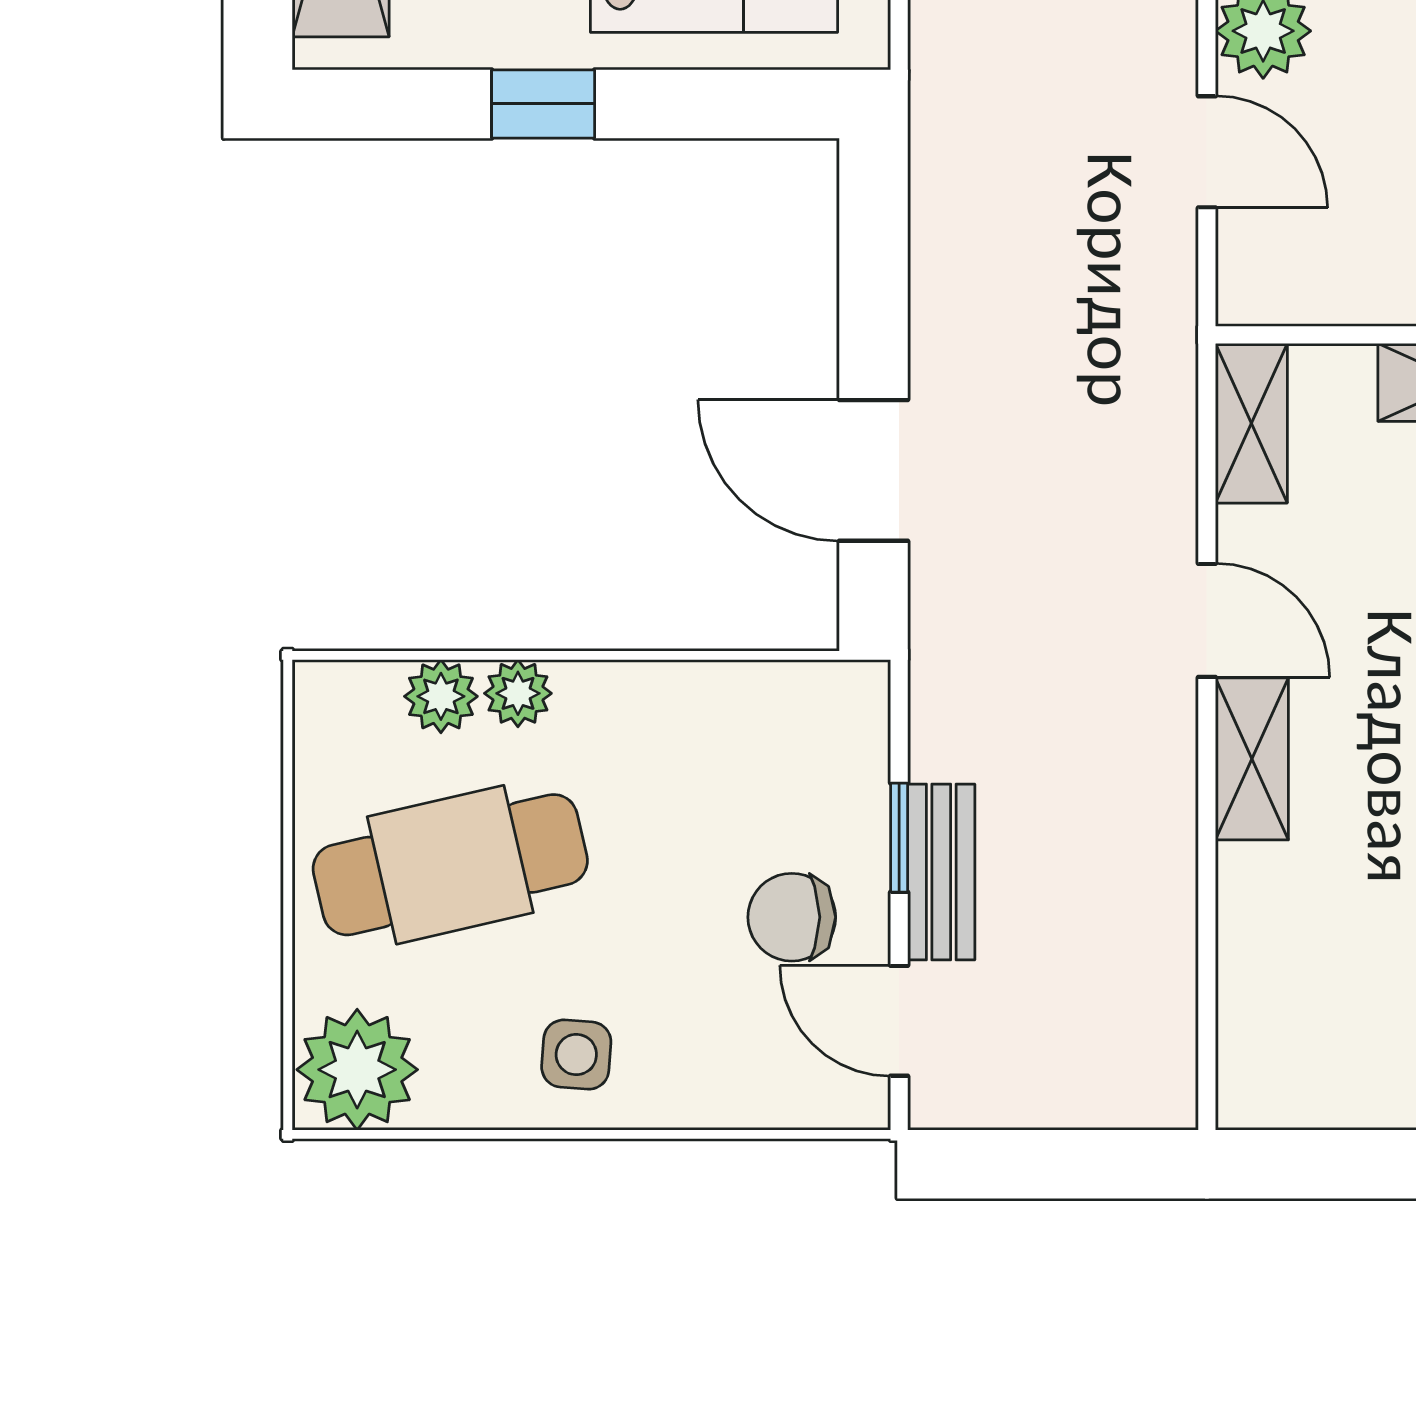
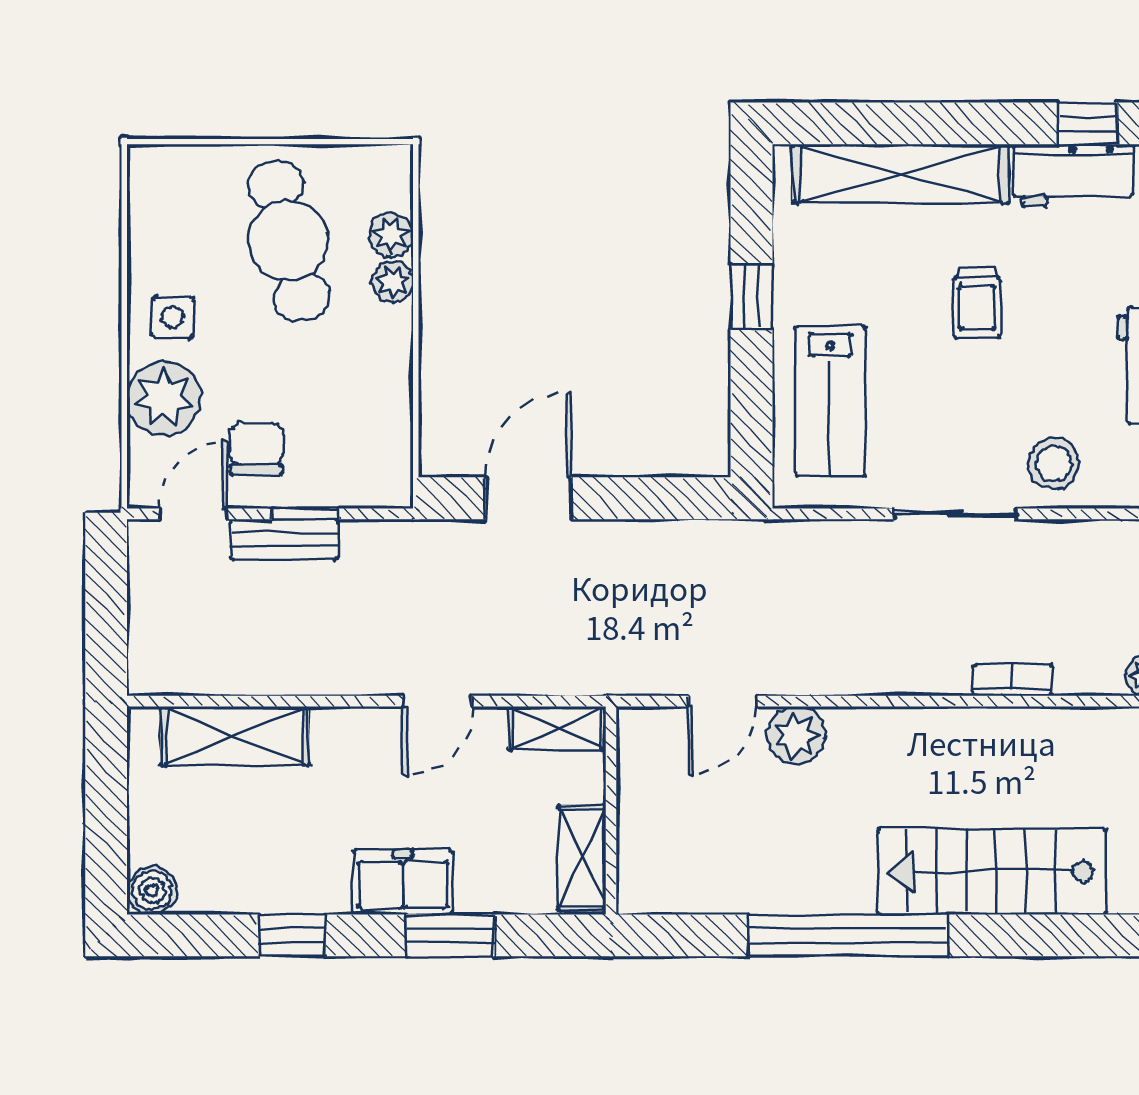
shelving: (1252, 759) -> (235, 736), moved, width x1.50, depth x1.33
plant: (357, 1070) -> (164, 398), moved

